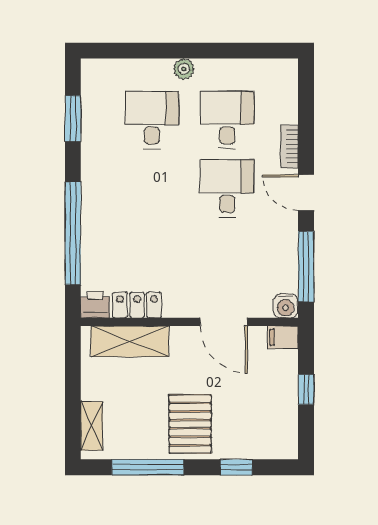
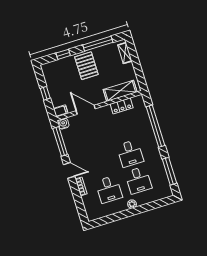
window: (73, 118) -> (169, 171), width x1.44
desk: (227, 188) -> (130, 153), moved
printer: (95, 305) -> (138, 101), removed

